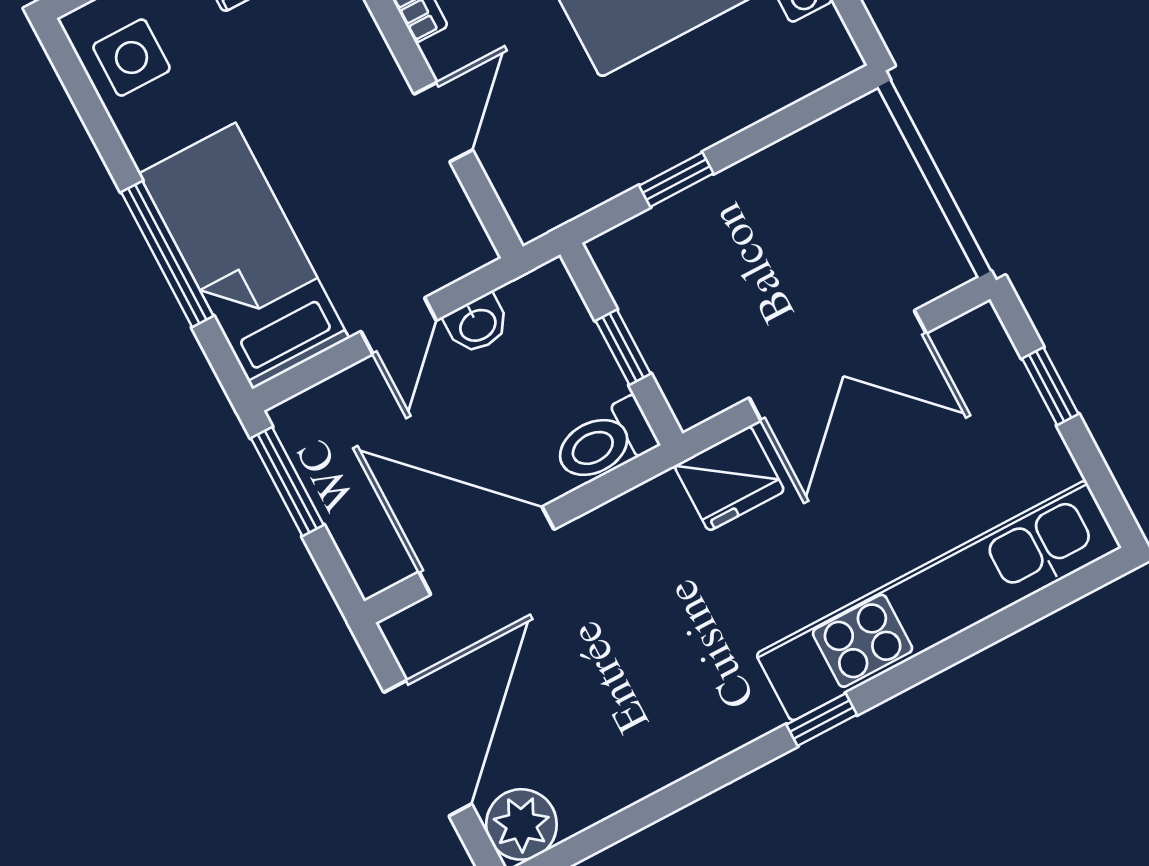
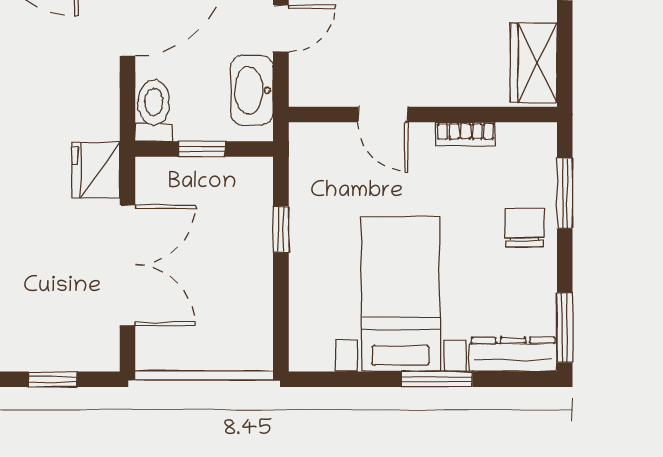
washbasin: (477, 324) -> (252, 90), width x1.91, depth x1.45
door: (399, 326) -> (281, 28), swing flipped
double door: (838, 365) -> (127, 265), swing flipped

